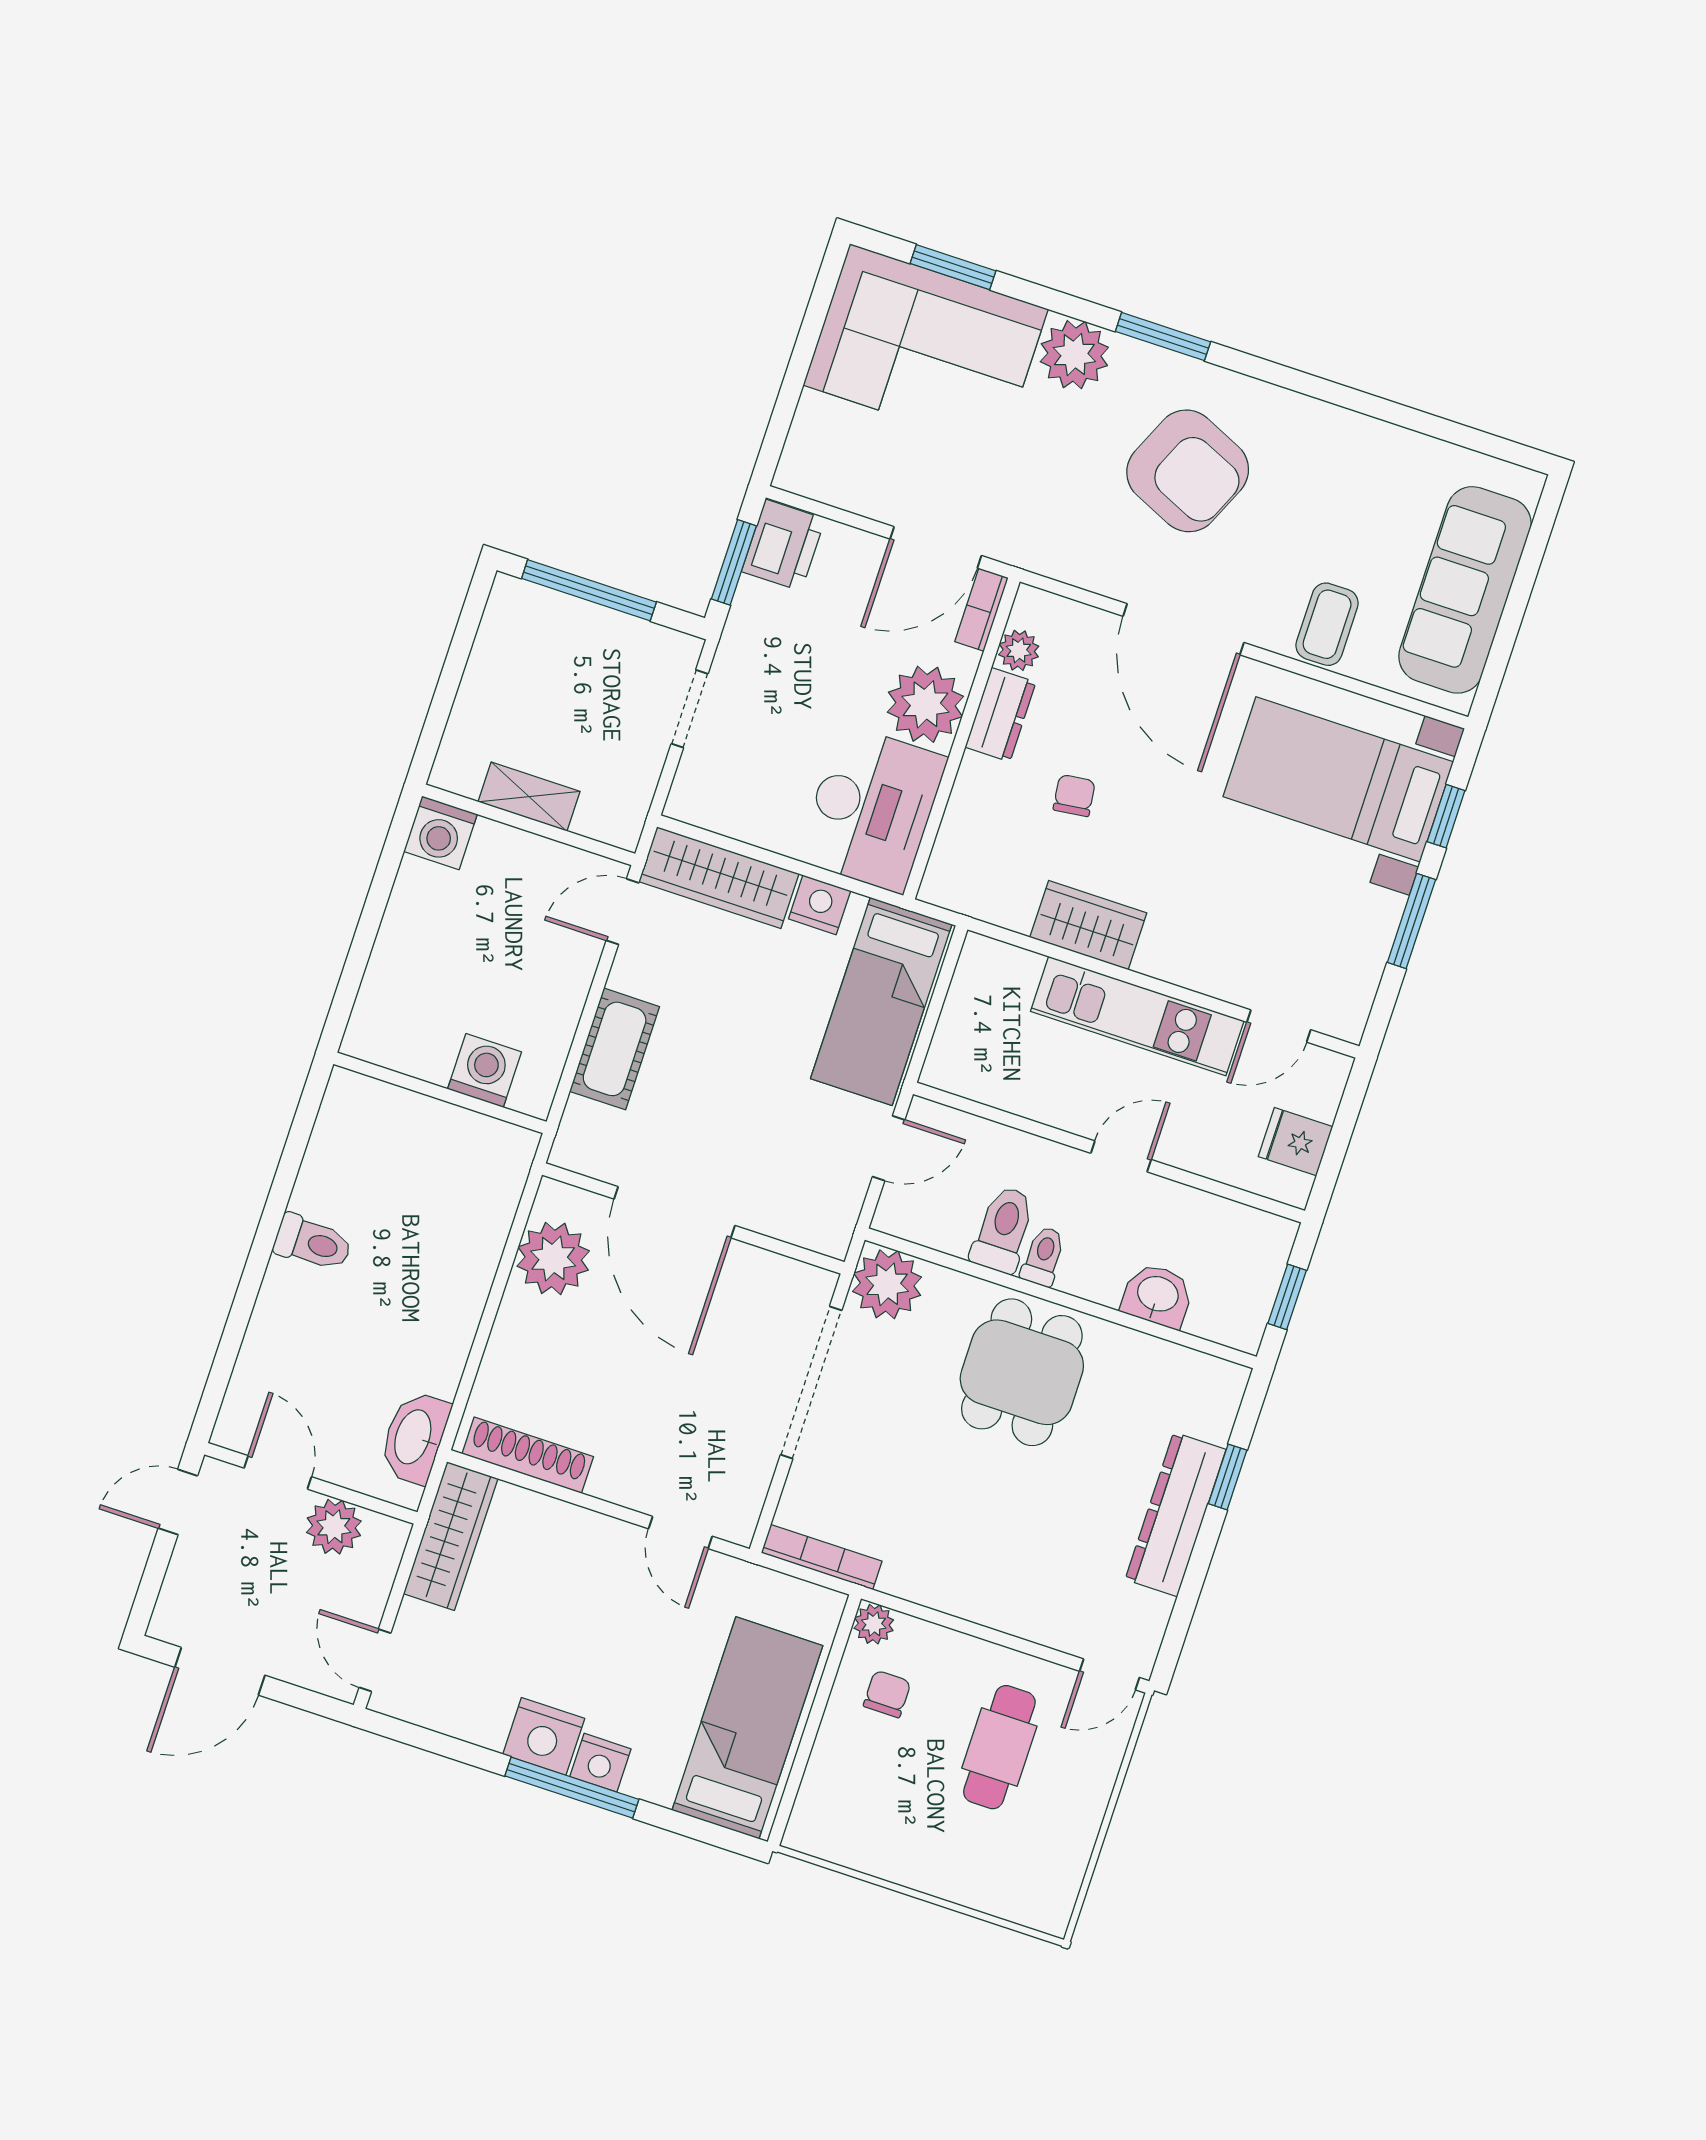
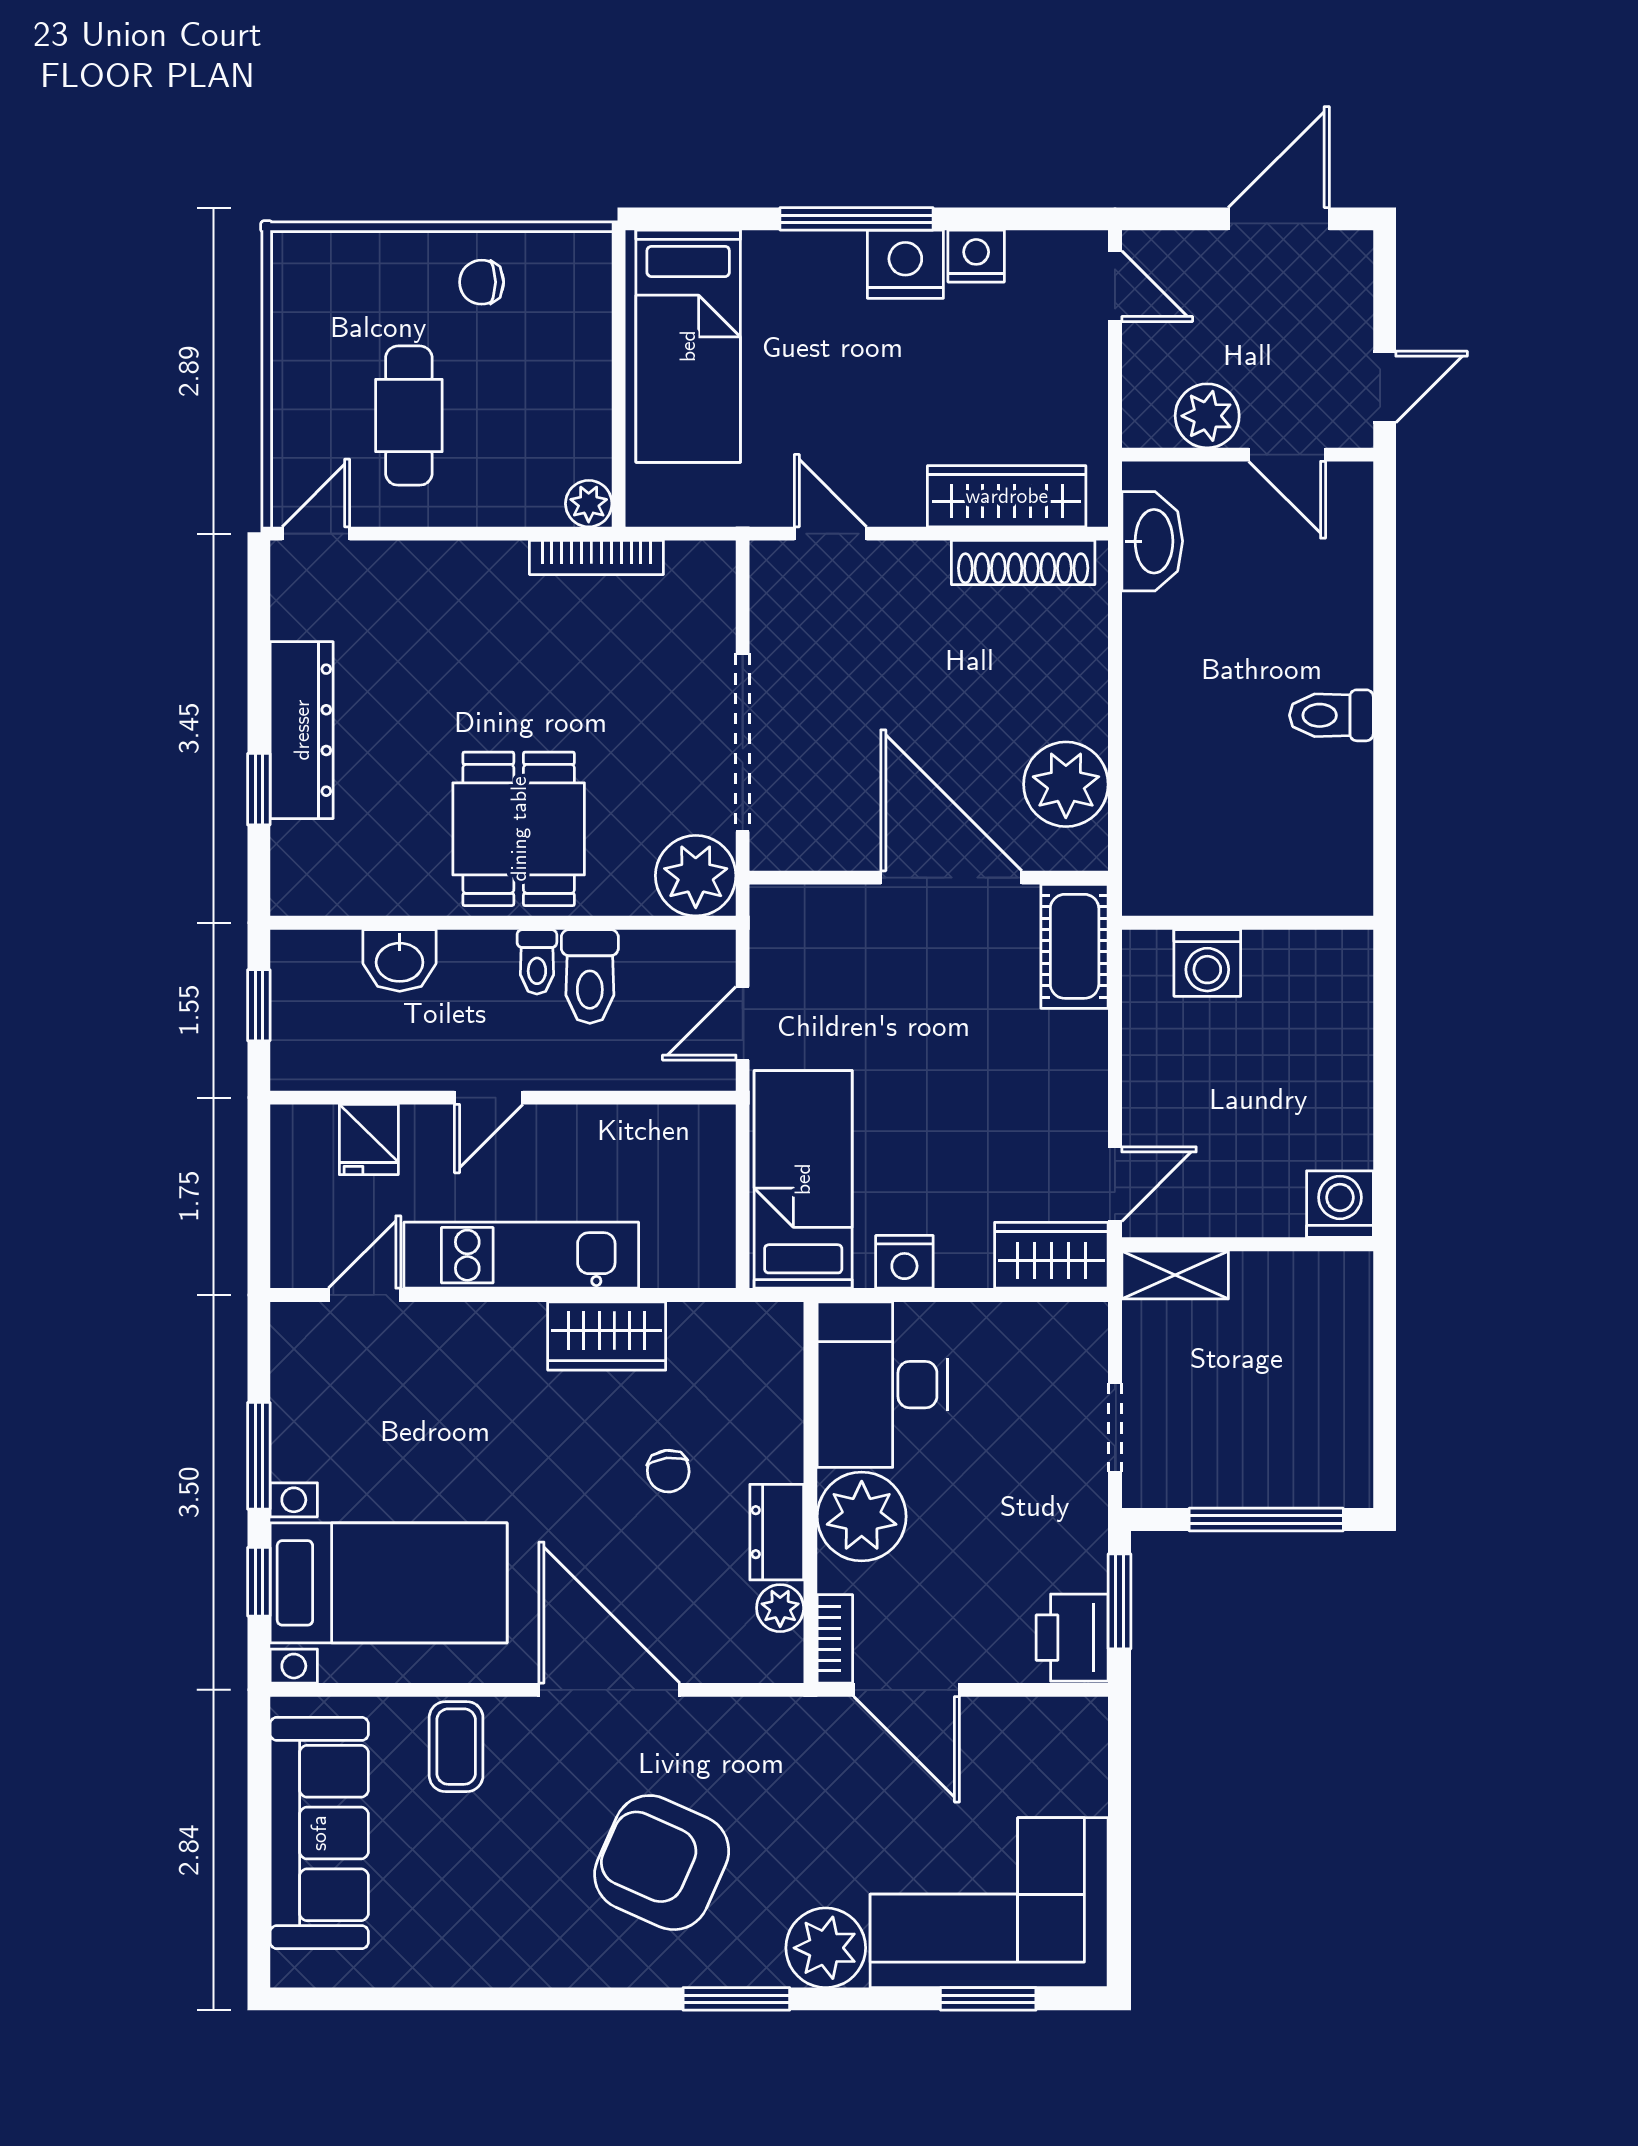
door: (936, 547) -> (907, 1690), swing flipped
shelving: (529, 797) -> (1175, 1275), moved
wardrobe: (719, 878) -> (1051, 1255), width x0.67
cot: (615, 1049) -> (1075, 946), moved
fridge: (1295, 1142) -> (369, 1140), moved, turned 90
wardrobe: (451, 1536) -> (1007, 496), moved, turned 90
bookcase: (822, 1557) -> (596, 557), moved
chair: (887, 1694) -> (482, 282), moved, turned 90
nightstand: (600, 1763) -> (976, 256), moved

